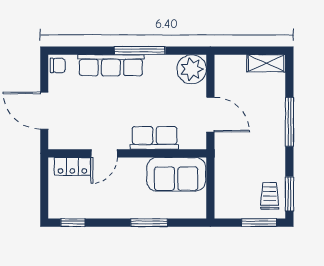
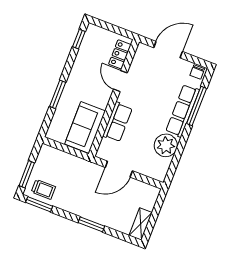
window: (140, 51) -> (197, 106), moved
plant: (192, 69) -> (166, 145), moved
window: (289, 122) -> (91, 224), width x0.69

